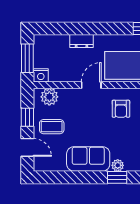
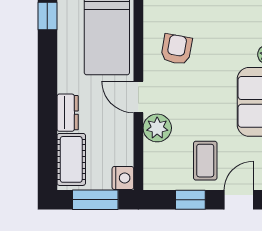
cot: (52, 43) -> (71, 159), added
plant: (49, 97) -> (157, 128), moved
armchair: (121, 109) -> (176, 49), turned -80

